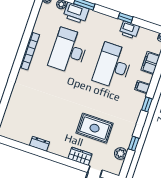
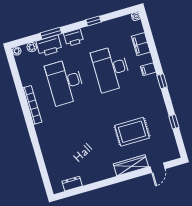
printer: (129, 30) -> (74, 38), moved
dresser: (40, 144) -> (72, 184), moved
plant: (121, 153) -> (169, 138), removed
wardrobe: (80, 156) -> (131, 165), width x1.50

